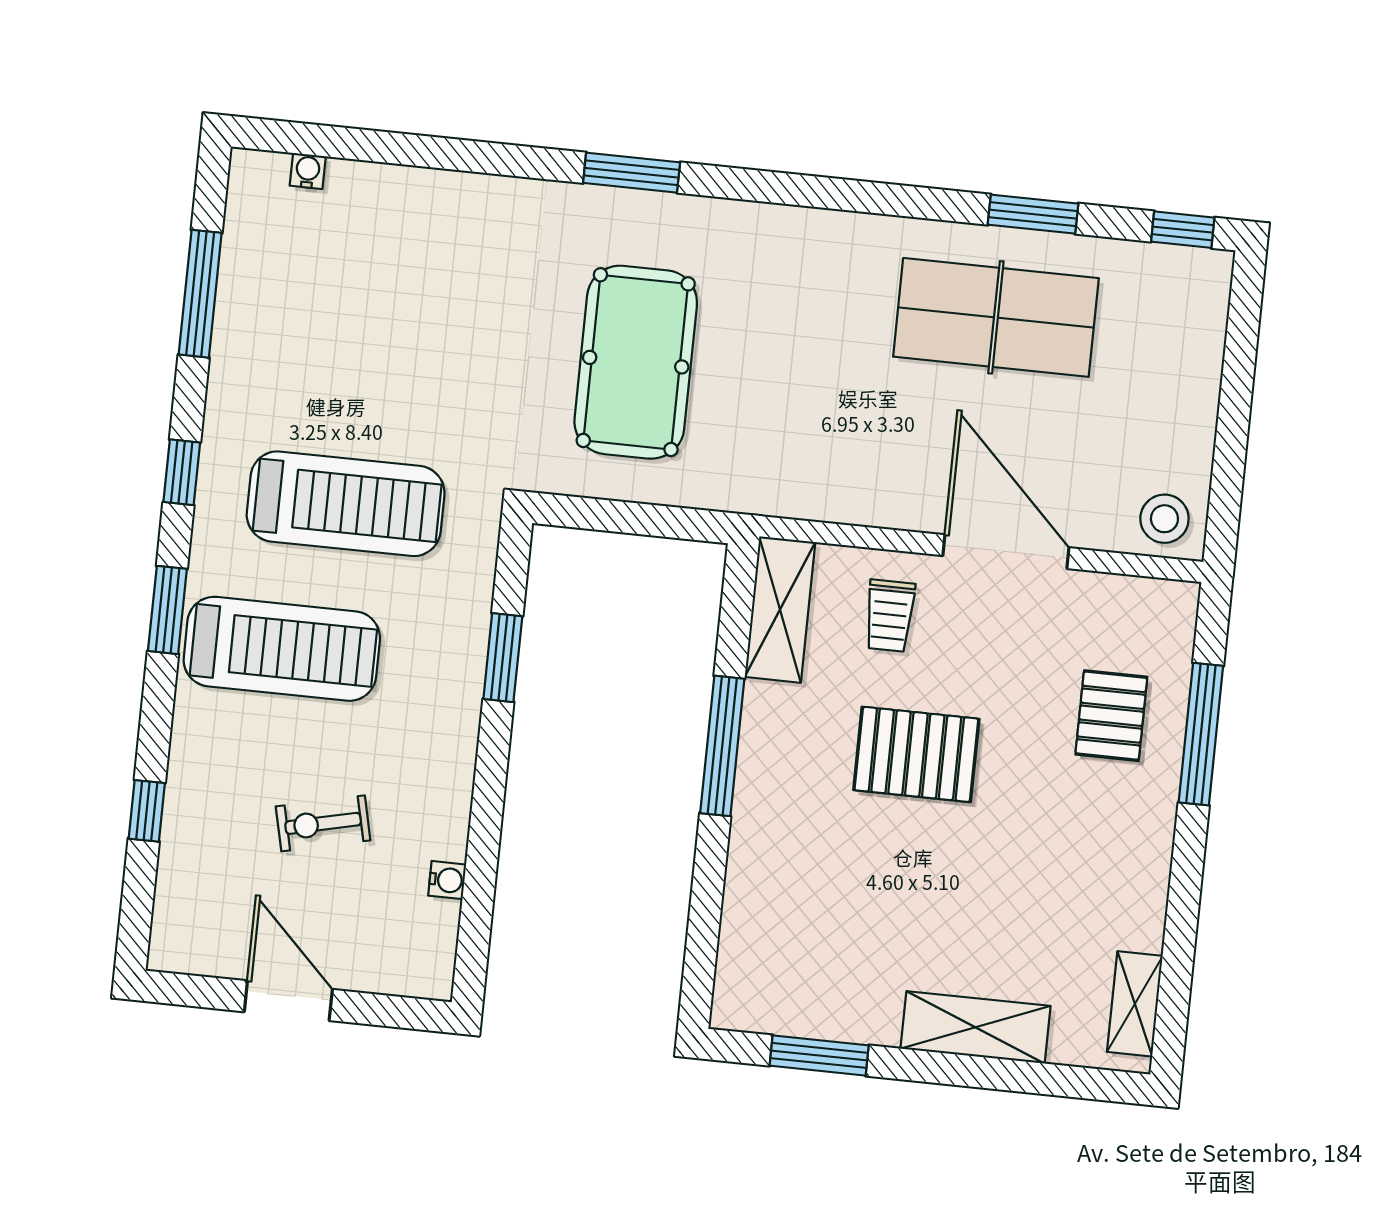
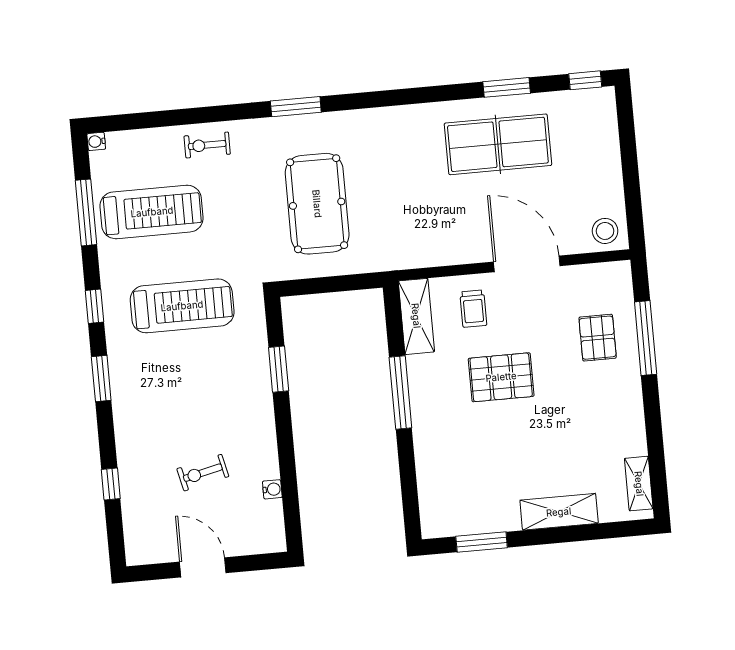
water cooler: (308, 171) -> (96, 141), moved, turned -90
exercise bike: (452, 212) -> (207, 145), added
treadmill: (282, 649) -> (152, 212), moved

